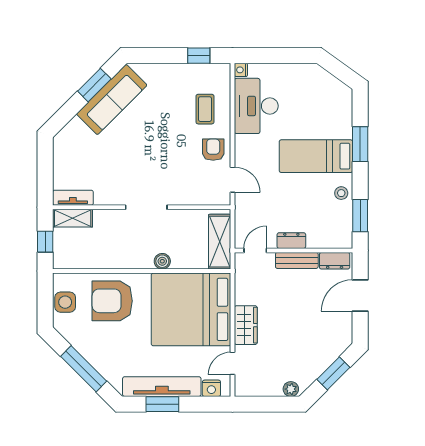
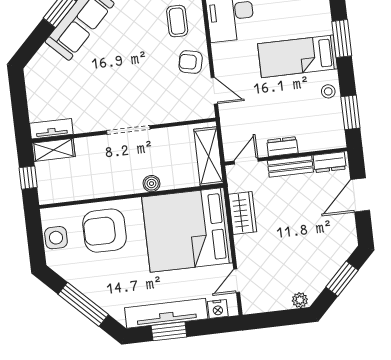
armchair: (213, 150) -> (191, 62), turned -78
wardrobe: (246, 325) -> (242, 213), moved

